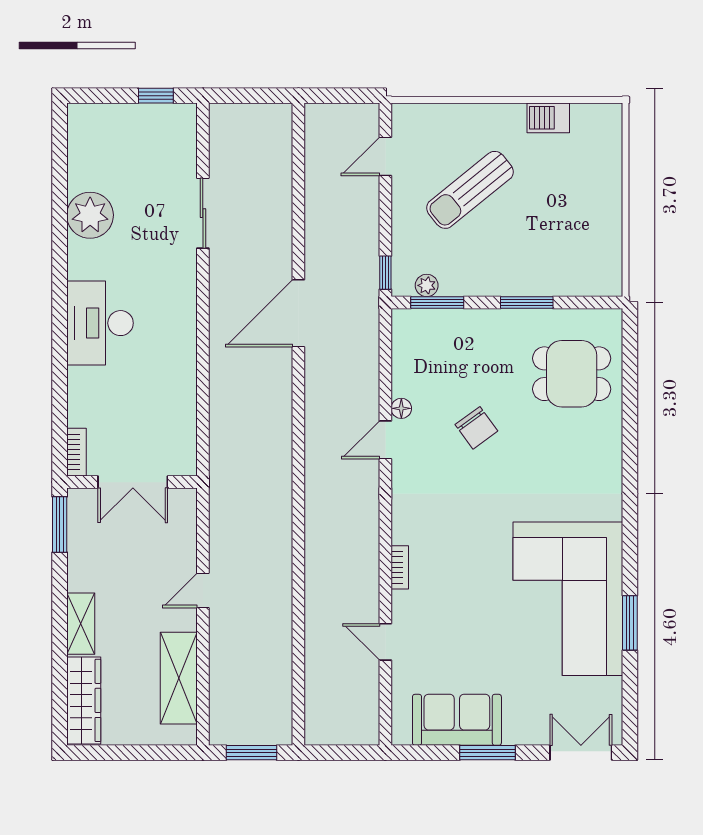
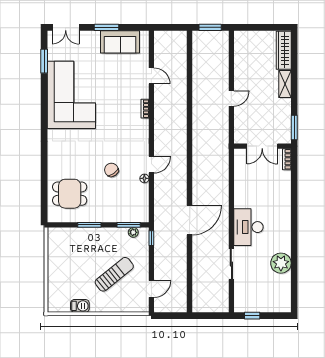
desk: (100, 323) -> (249, 227), moved, turned 180
double door: (133, 482) -> (262, 146), swing flipped
window: (630, 623) -> (44, 61), moved
shelving: (179, 678) -> (242, 60), removed

